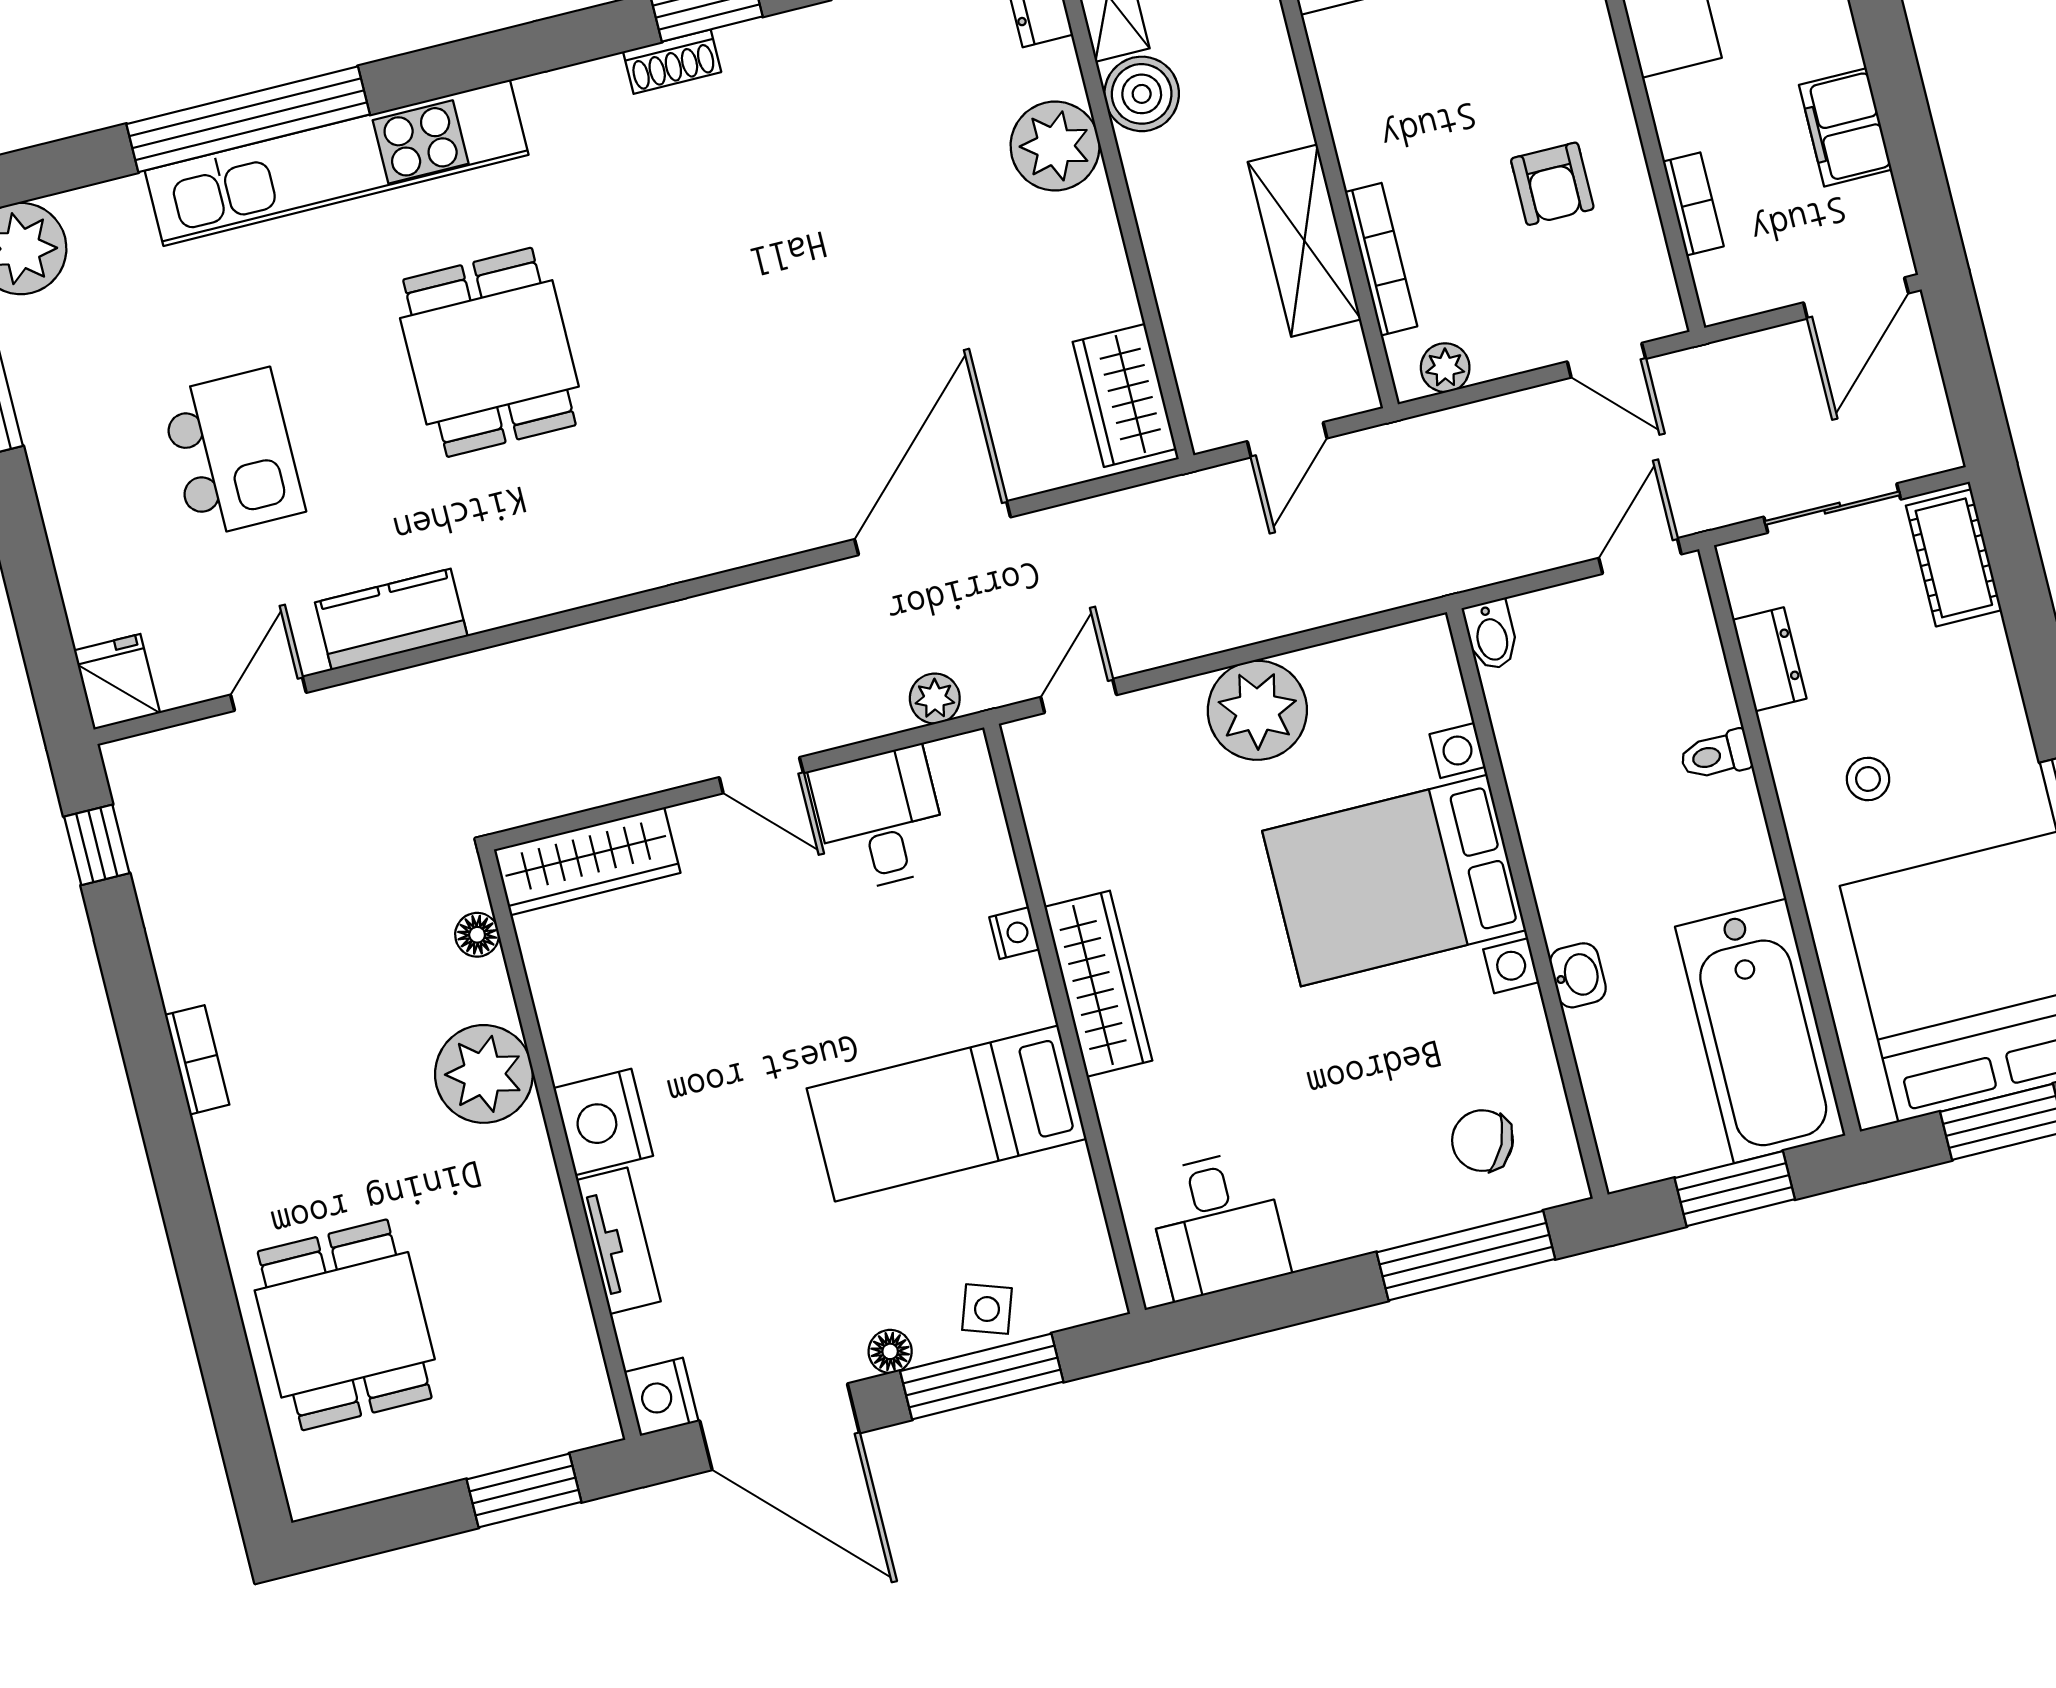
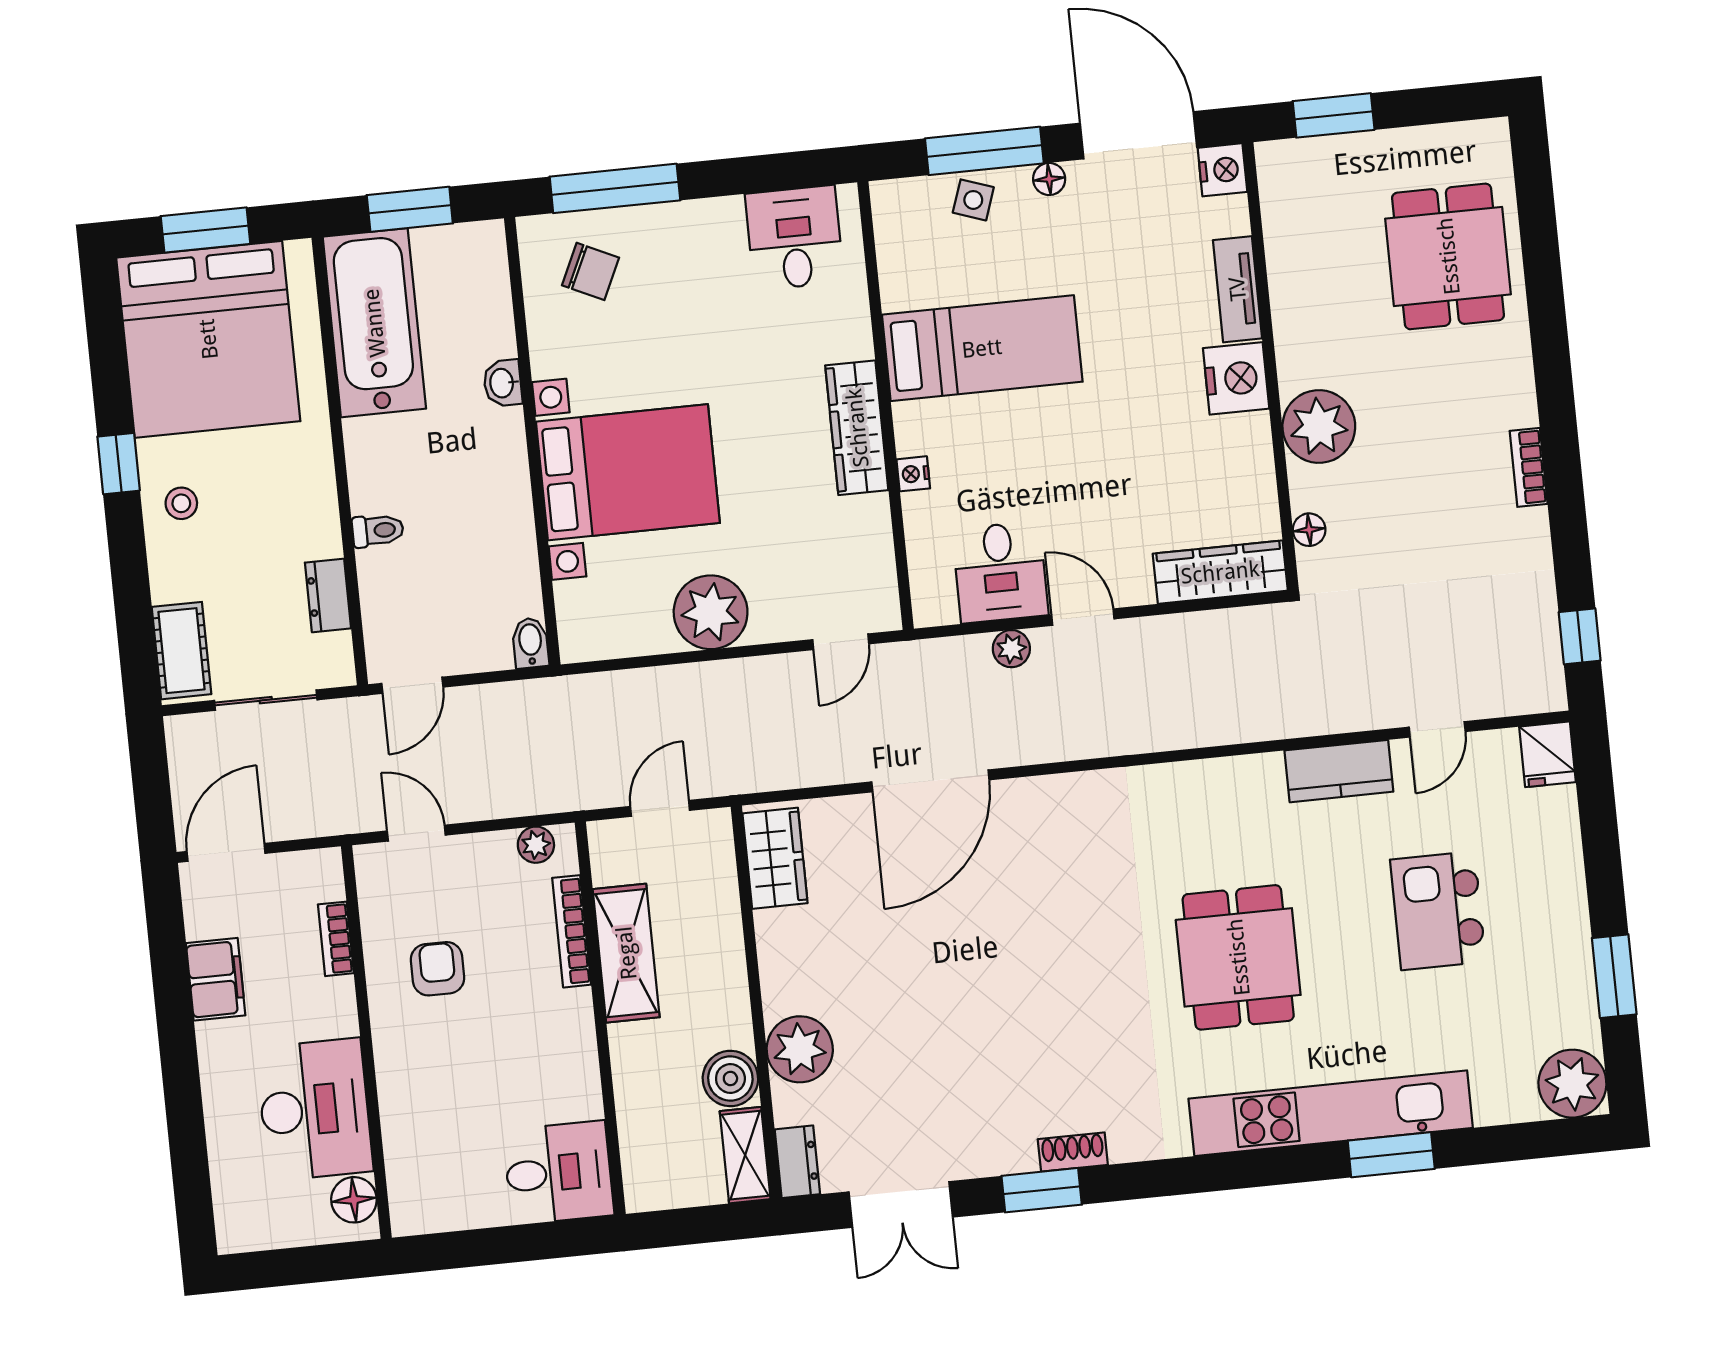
window: (248, 119) -> (1391, 1155), width x0.47
plant: (935, 698) -> (1011, 649), moved
stool: (1868, 779) -> (181, 503), moved

